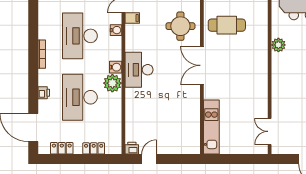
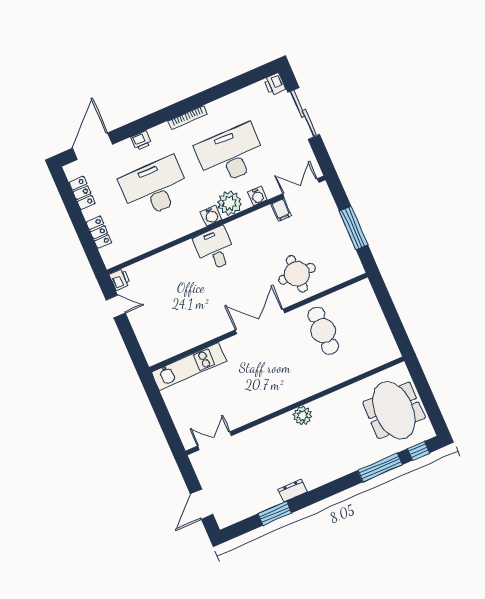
plant: (278, 45) -> (302, 416), moved
desk: (139, 70) -> (215, 249), width x0.73
plant: (112, 83) -> (229, 203), moved

